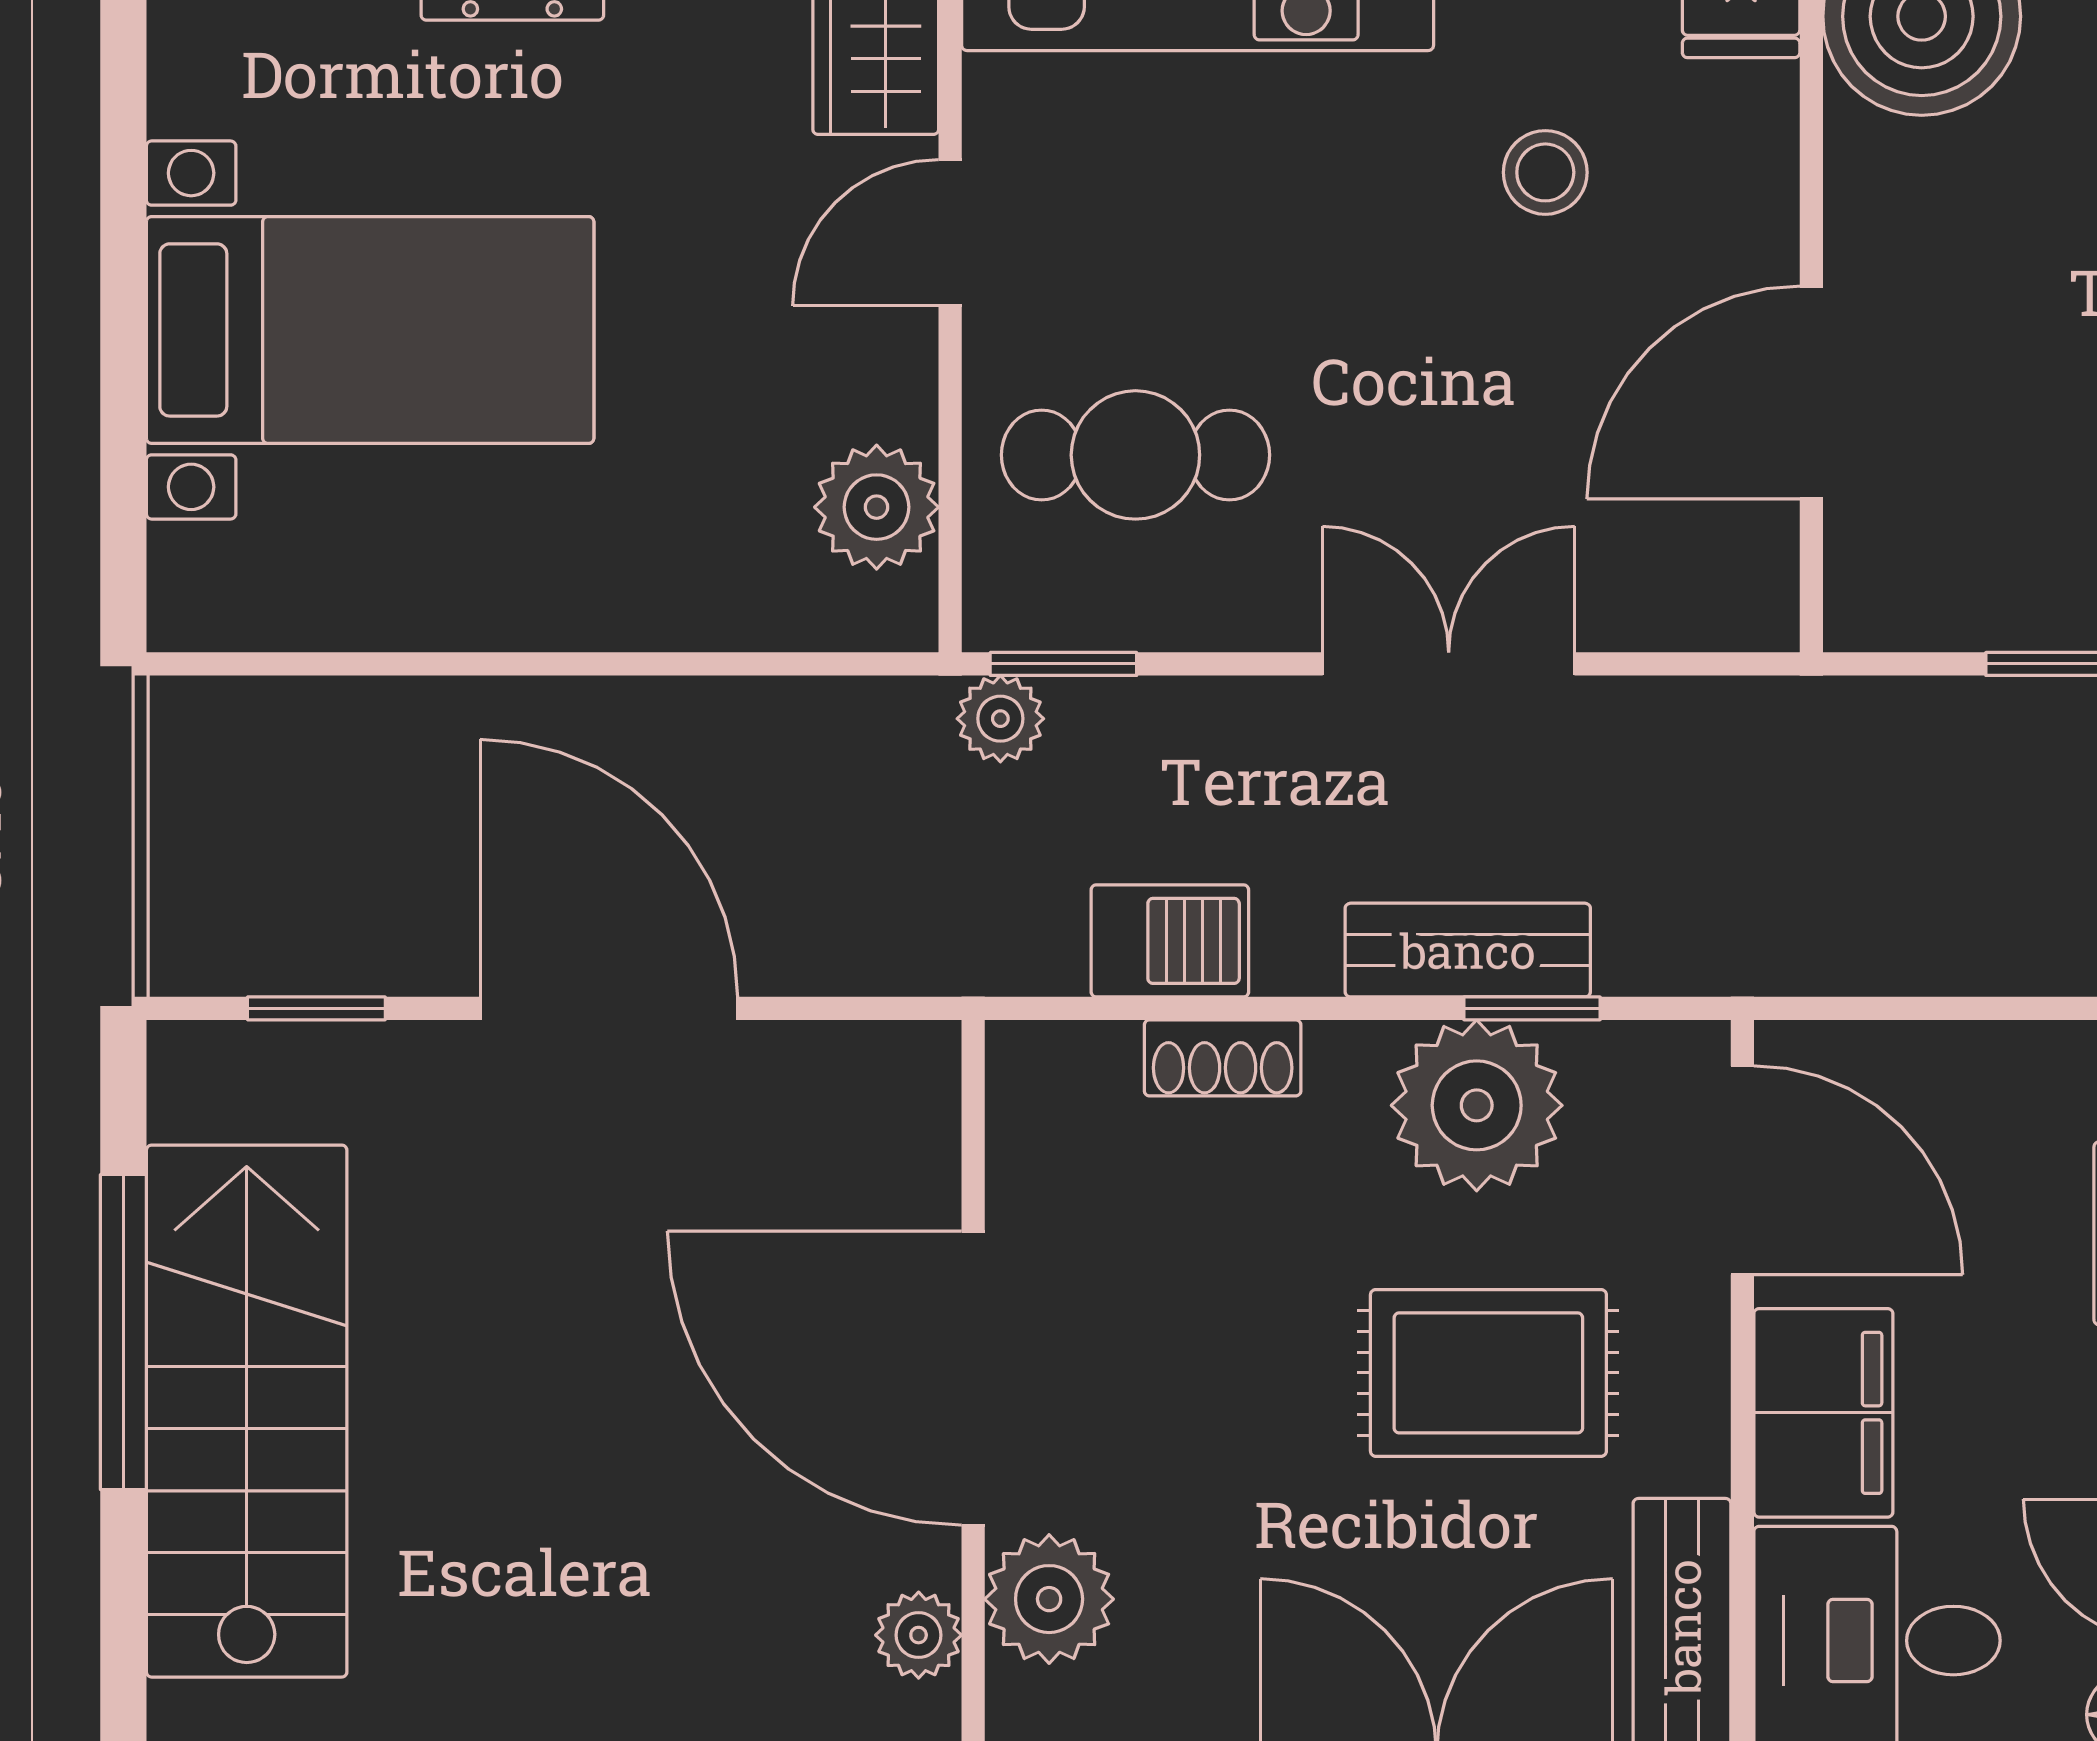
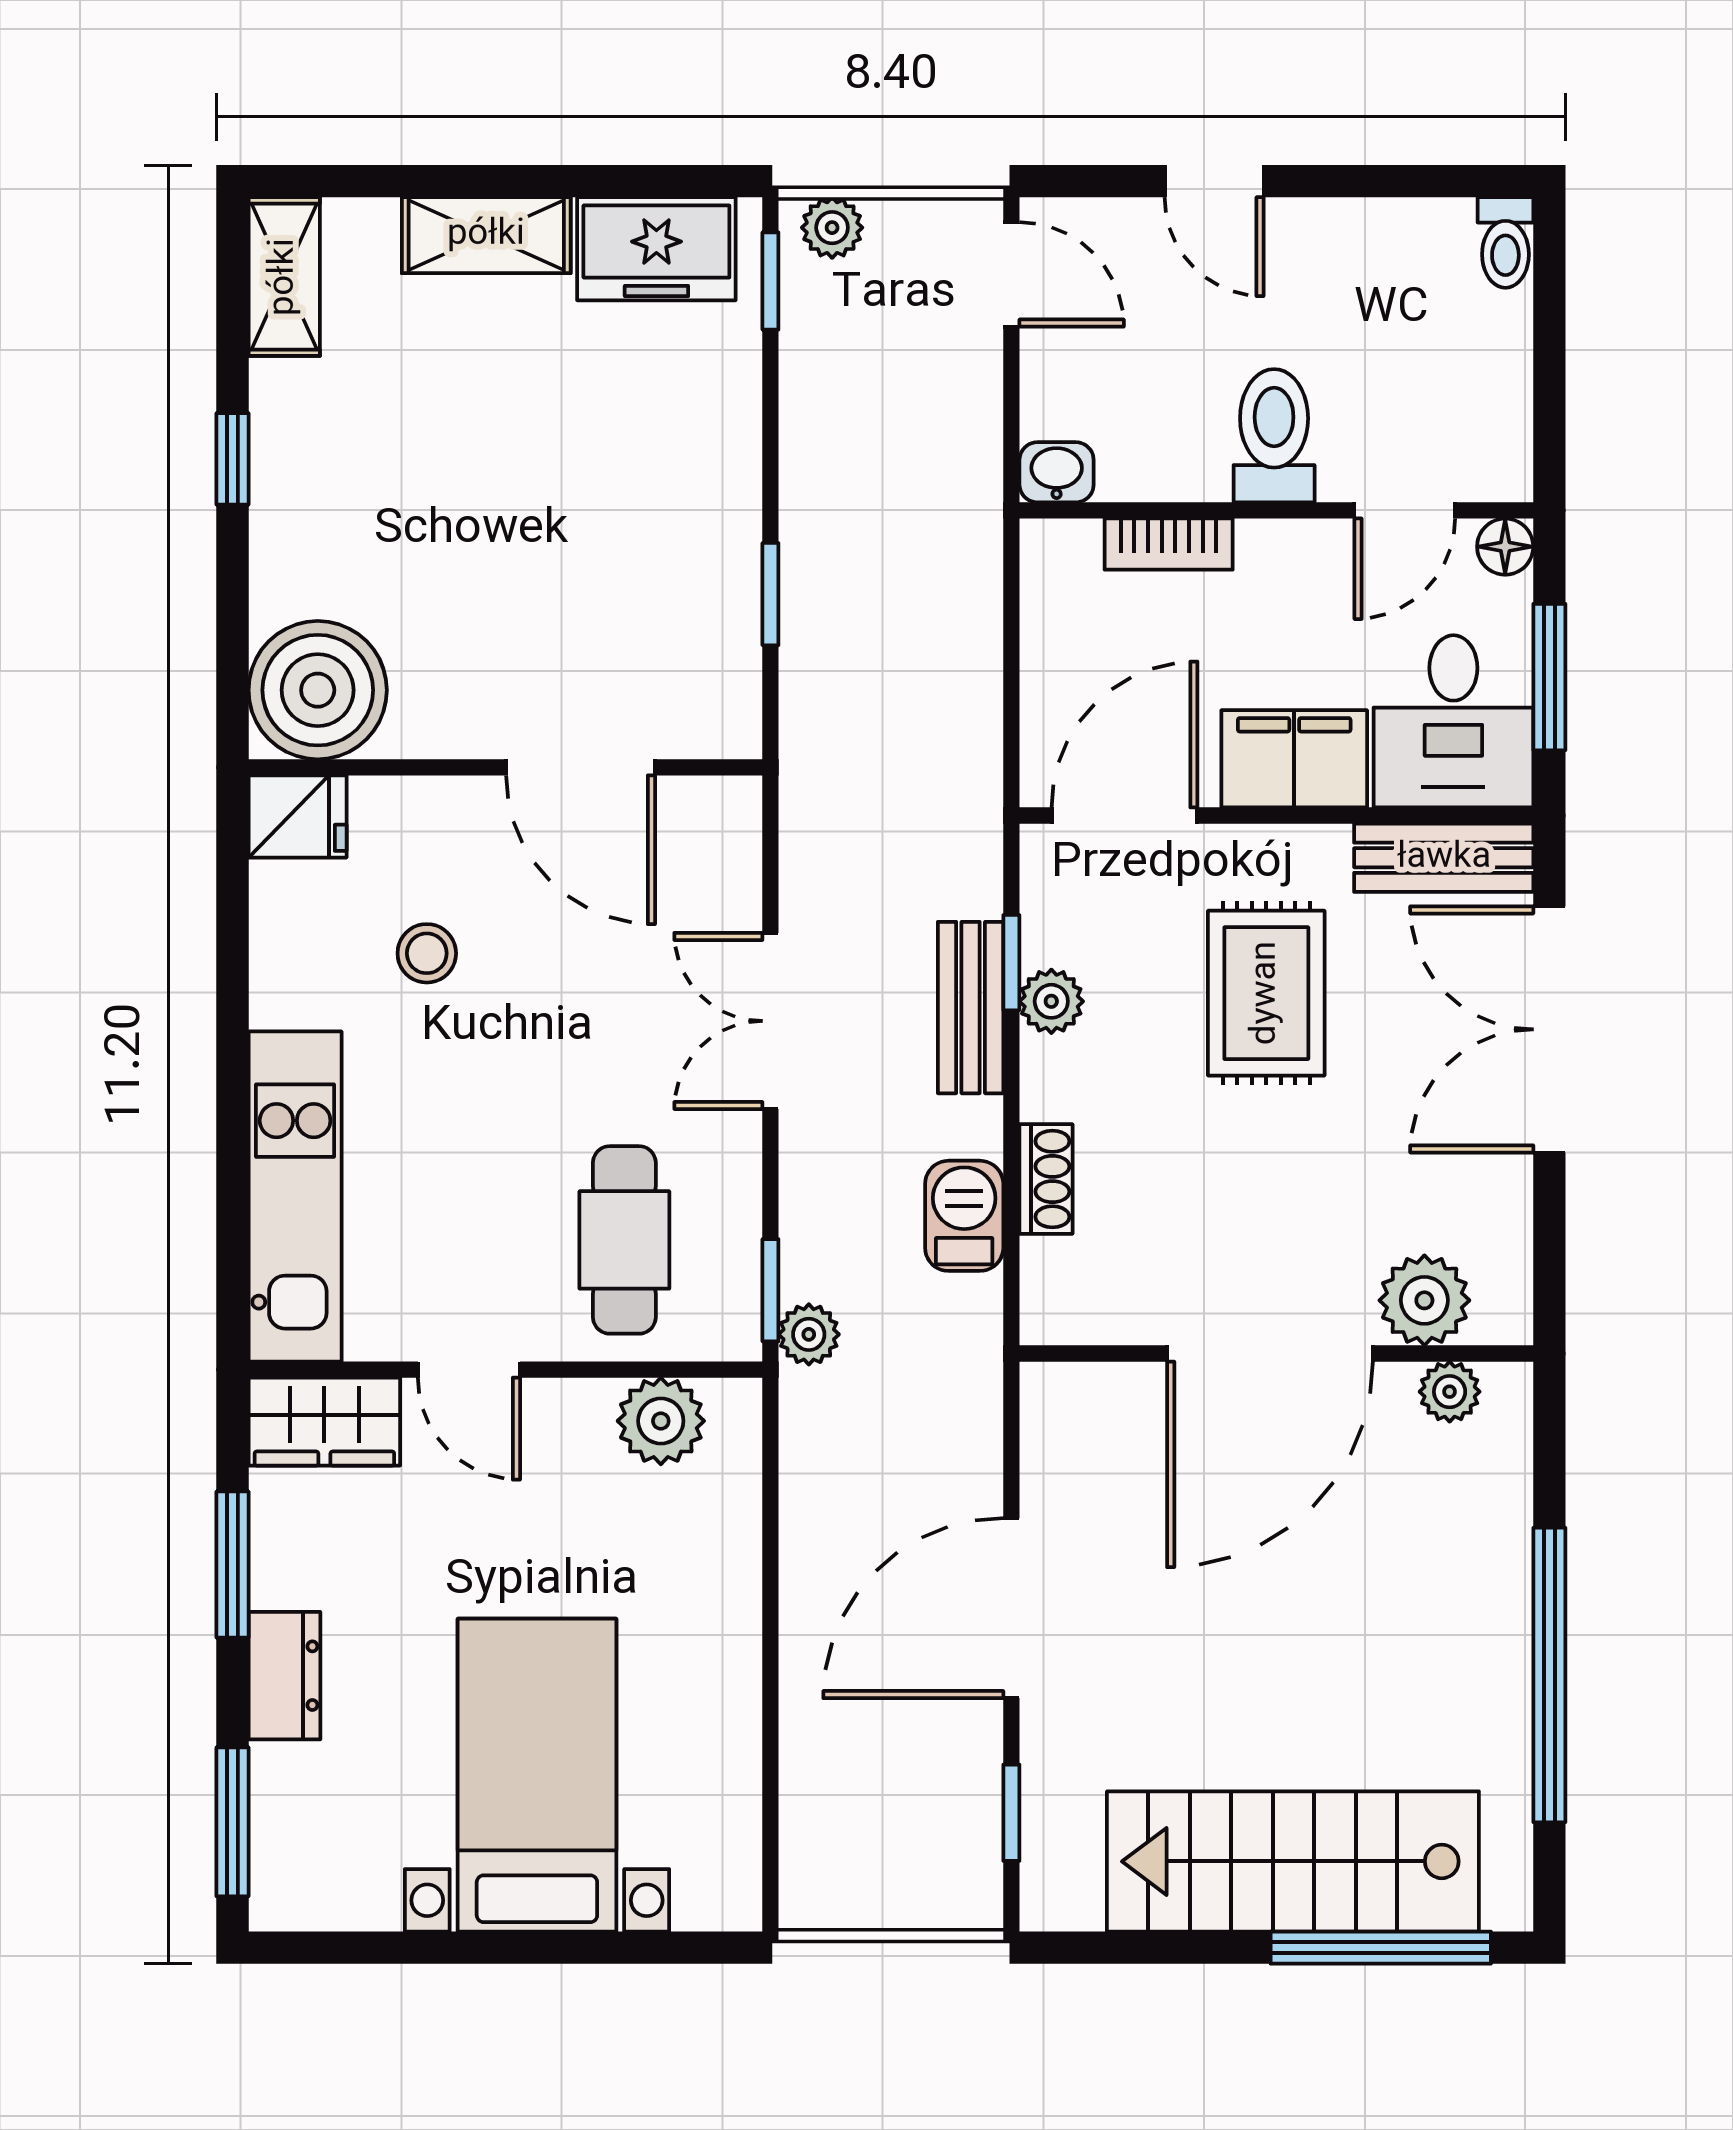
plant: (1477, 1105) -> (1051, 1001), width x0.53, depth x0.53
window: (123, 1332) -> (1381, 1948), moved

